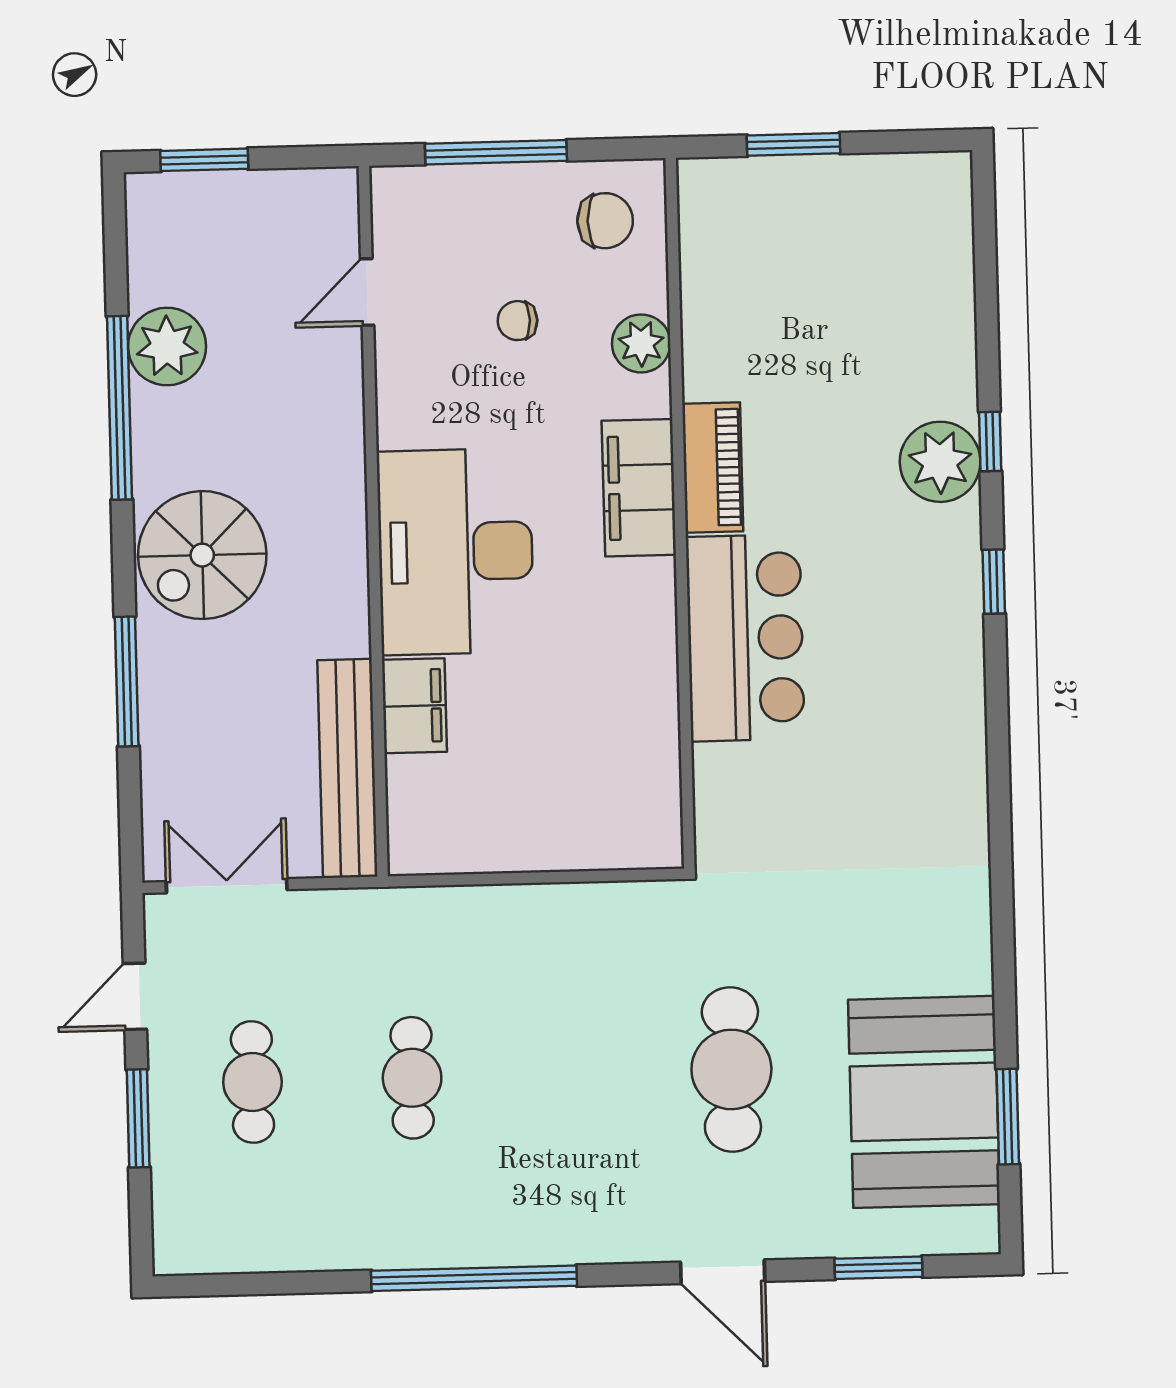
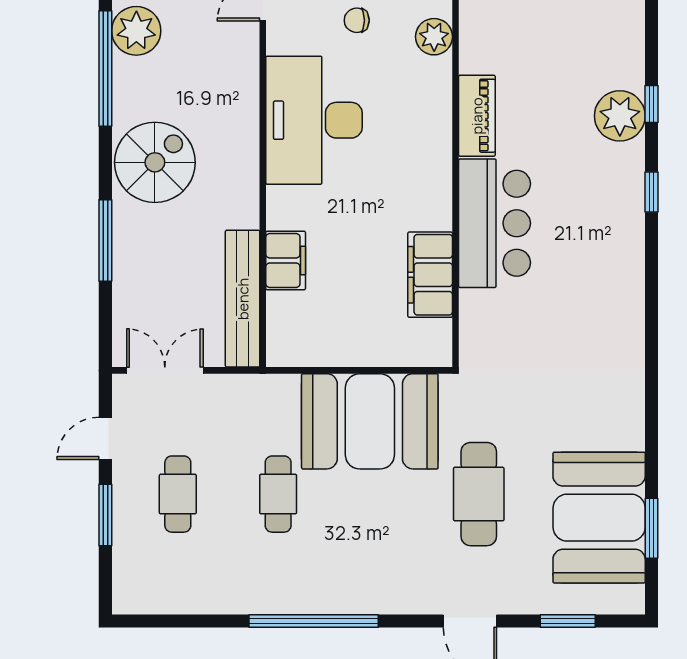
filing cabinet: (639, 488) -> (430, 275), moved
desk: (455, 552) -> (314, 120), moved
spiral stairs: (202, 555) -> (155, 162), turned 180
booth: (555, 958) -> (370, 421), added

